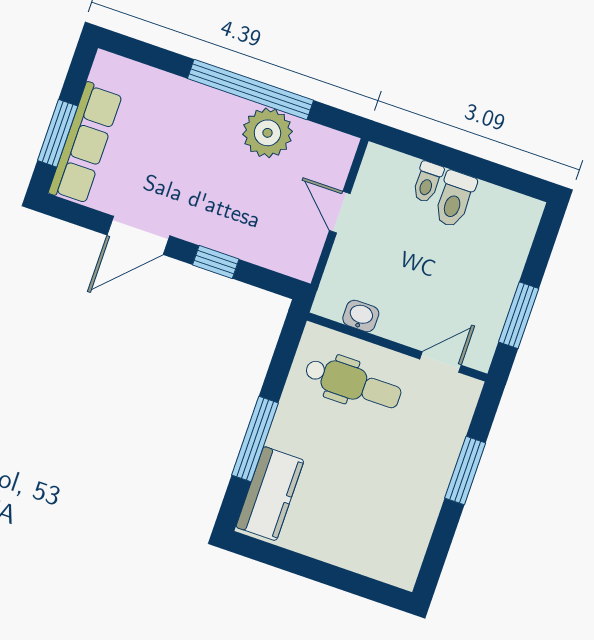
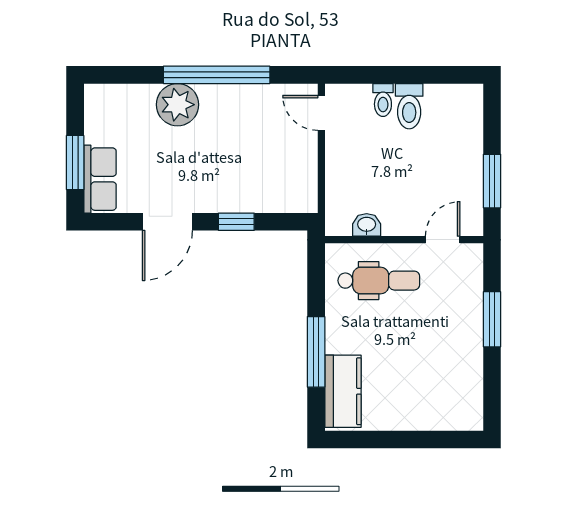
plant: (267, 133) -> (178, 105), moved
row of seats: (85, 143) -> (100, 179), width x0.68
door: (340, 212) -> (321, 113), moved

